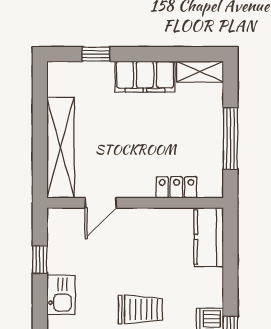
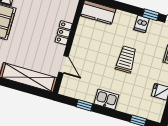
locker: (177, 187) -> (64, 33), moved

